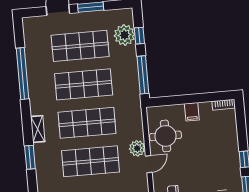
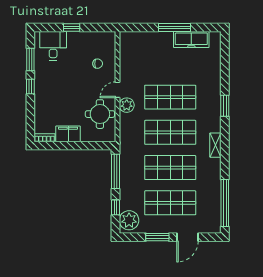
plant: (124, 35) -> (129, 220), moved
window: (22, 74) -> (225, 203), moved
filing cabinet: (192, 112) -> (68, 134), width x2.00
shelving: (38, 129) -> (215, 145), moved

